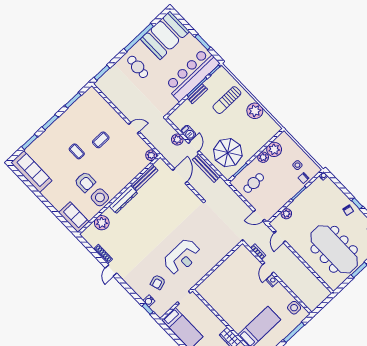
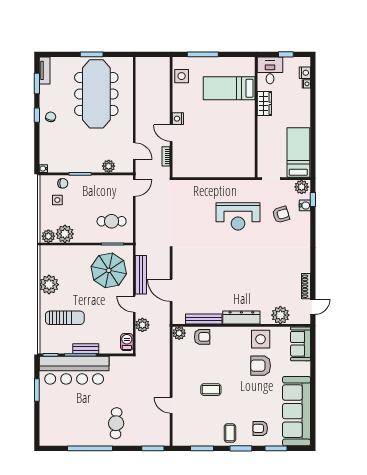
booth: (165, 35) -> (65, 428), removed
door: (134, 128) -> (171, 405), moved
barbecue: (188, 133) -> (127, 342), moved
armchair: (50, 145) -> (260, 428), added
door: (194, 147) -> (134, 304), hinge flipped
coffee table: (77, 151) -> (230, 433), moved
plant: (263, 157) -> (48, 236), moved
armchair: (136, 166) -> (202, 337), added
sofa: (31, 172) -> (297, 411), width x1.36, depth x1.27
door: (180, 176) -> (171, 290), hinge flipped
armchair: (85, 182) -> (261, 366), turned -90
door: (259, 215) -> (134, 188), hinge flipped
door: (280, 237) -> (134, 151), hinge flipped
reception desk: (182, 257) -> (238, 216), turned 180
door: (268, 268) -> (171, 133), swing flipped
door: (111, 270) -> (313, 307), moved
plant: (161, 310) -> (302, 187), added

